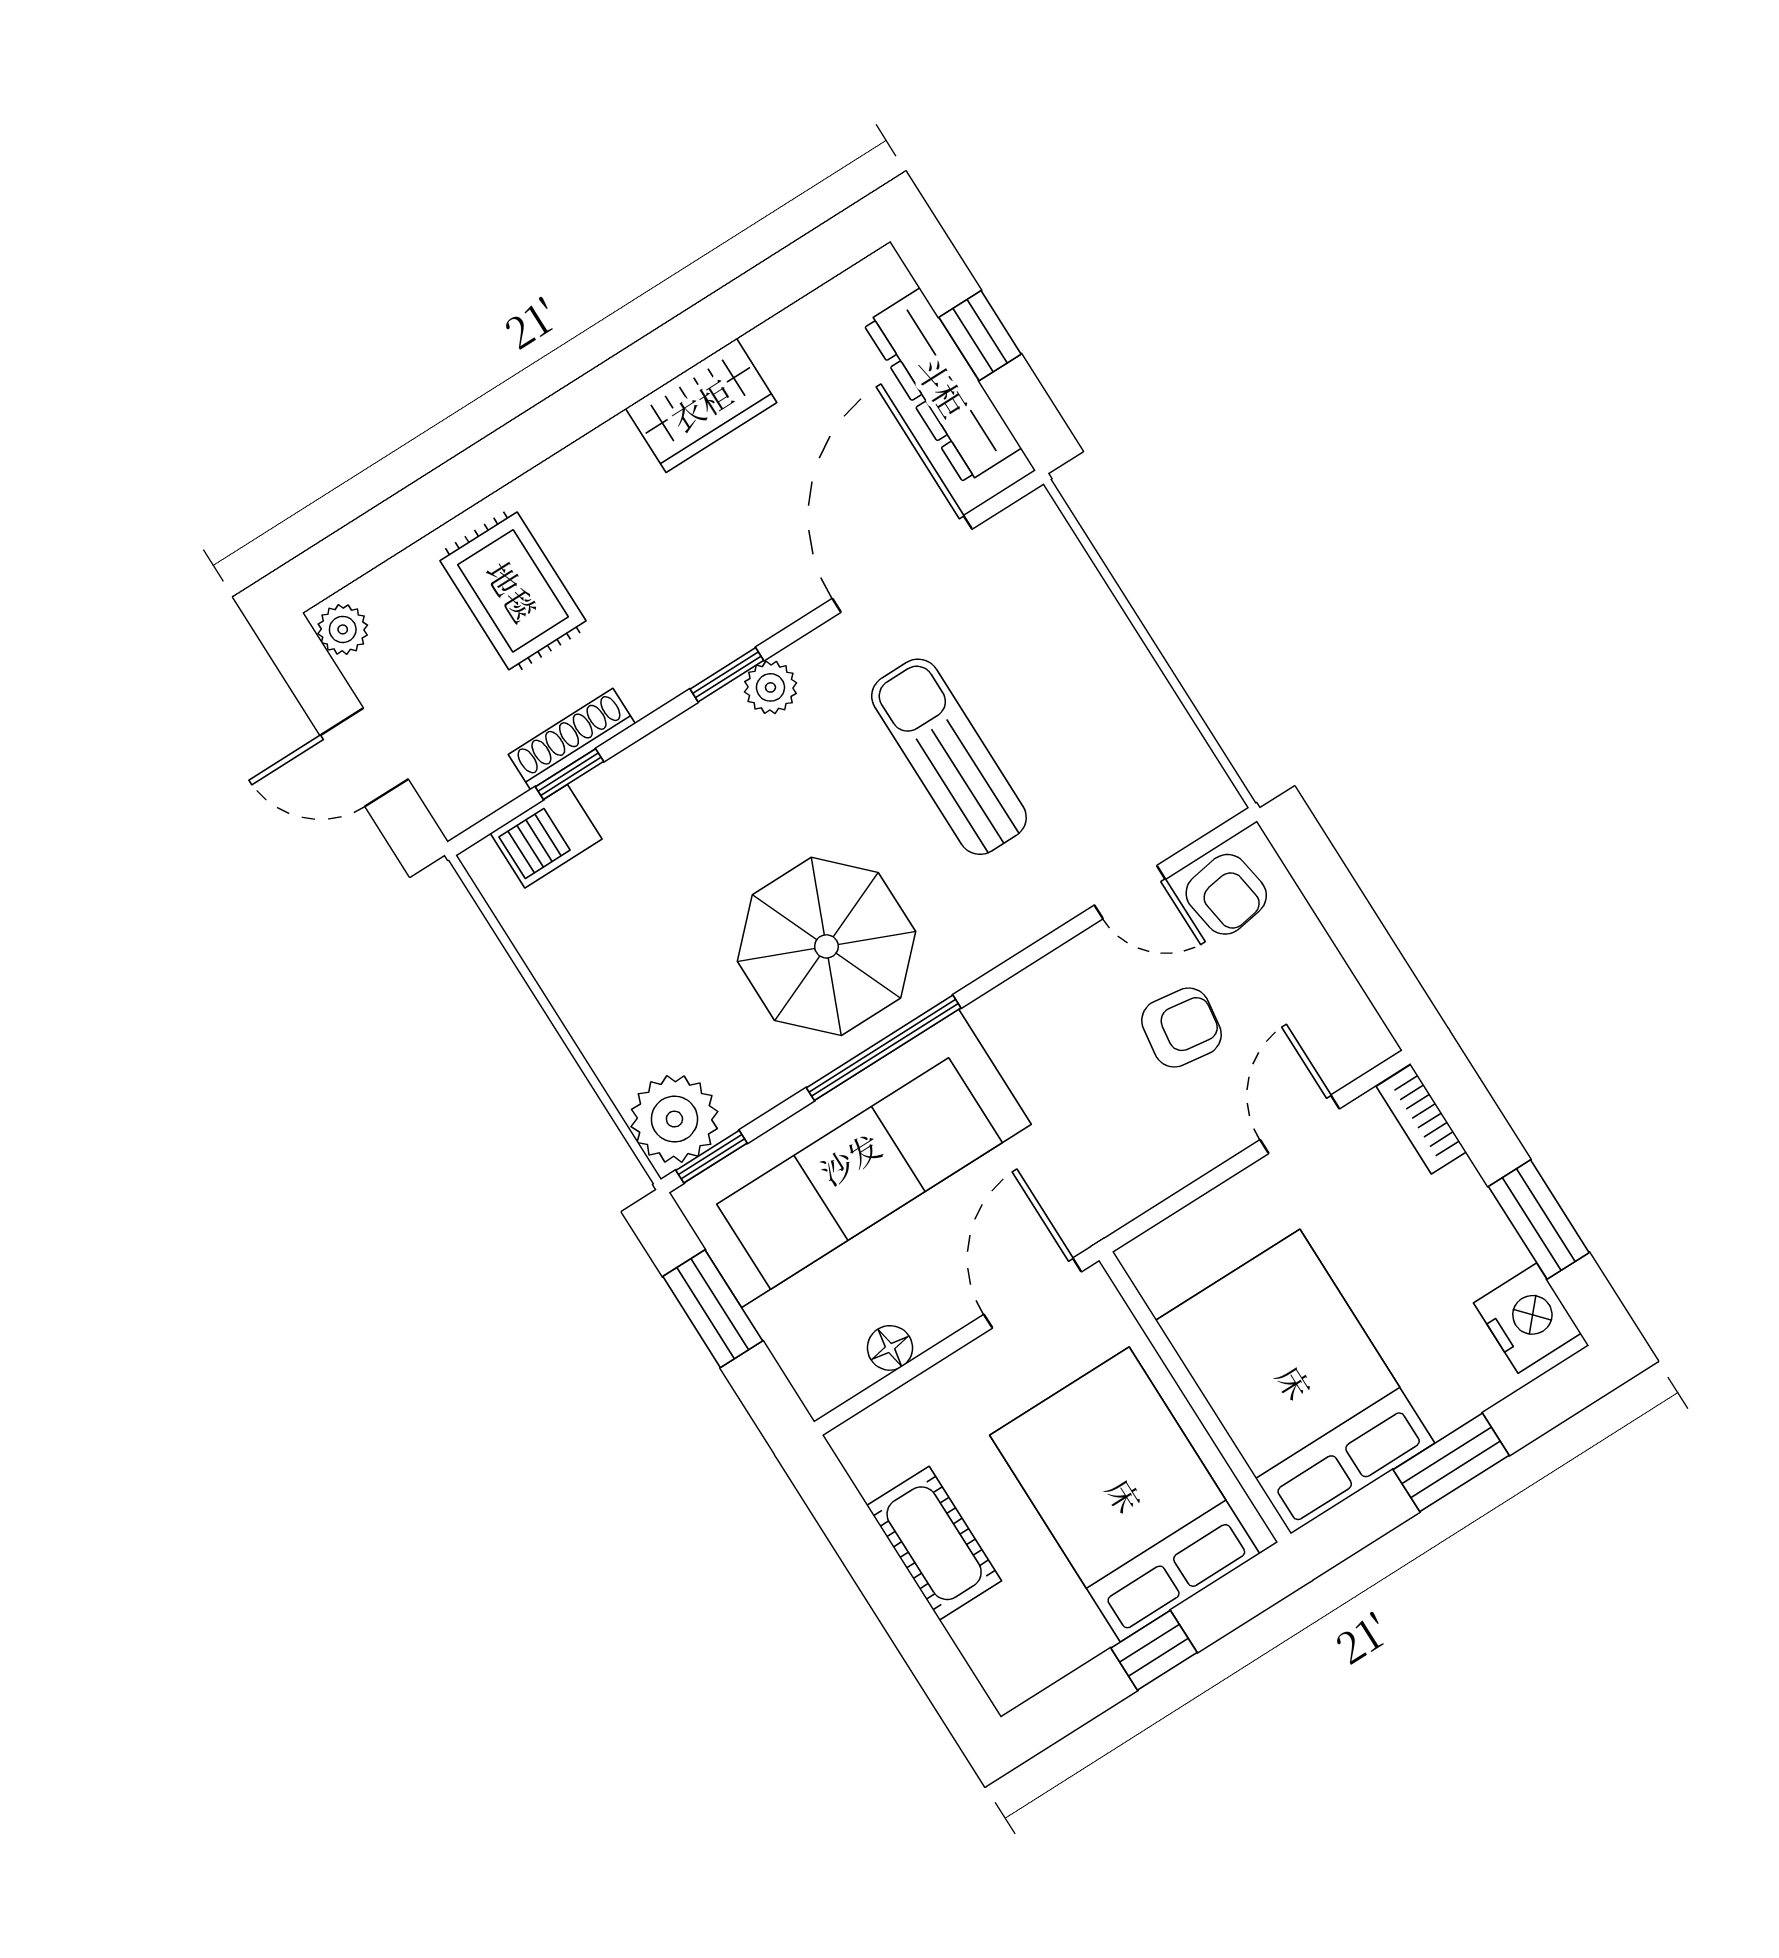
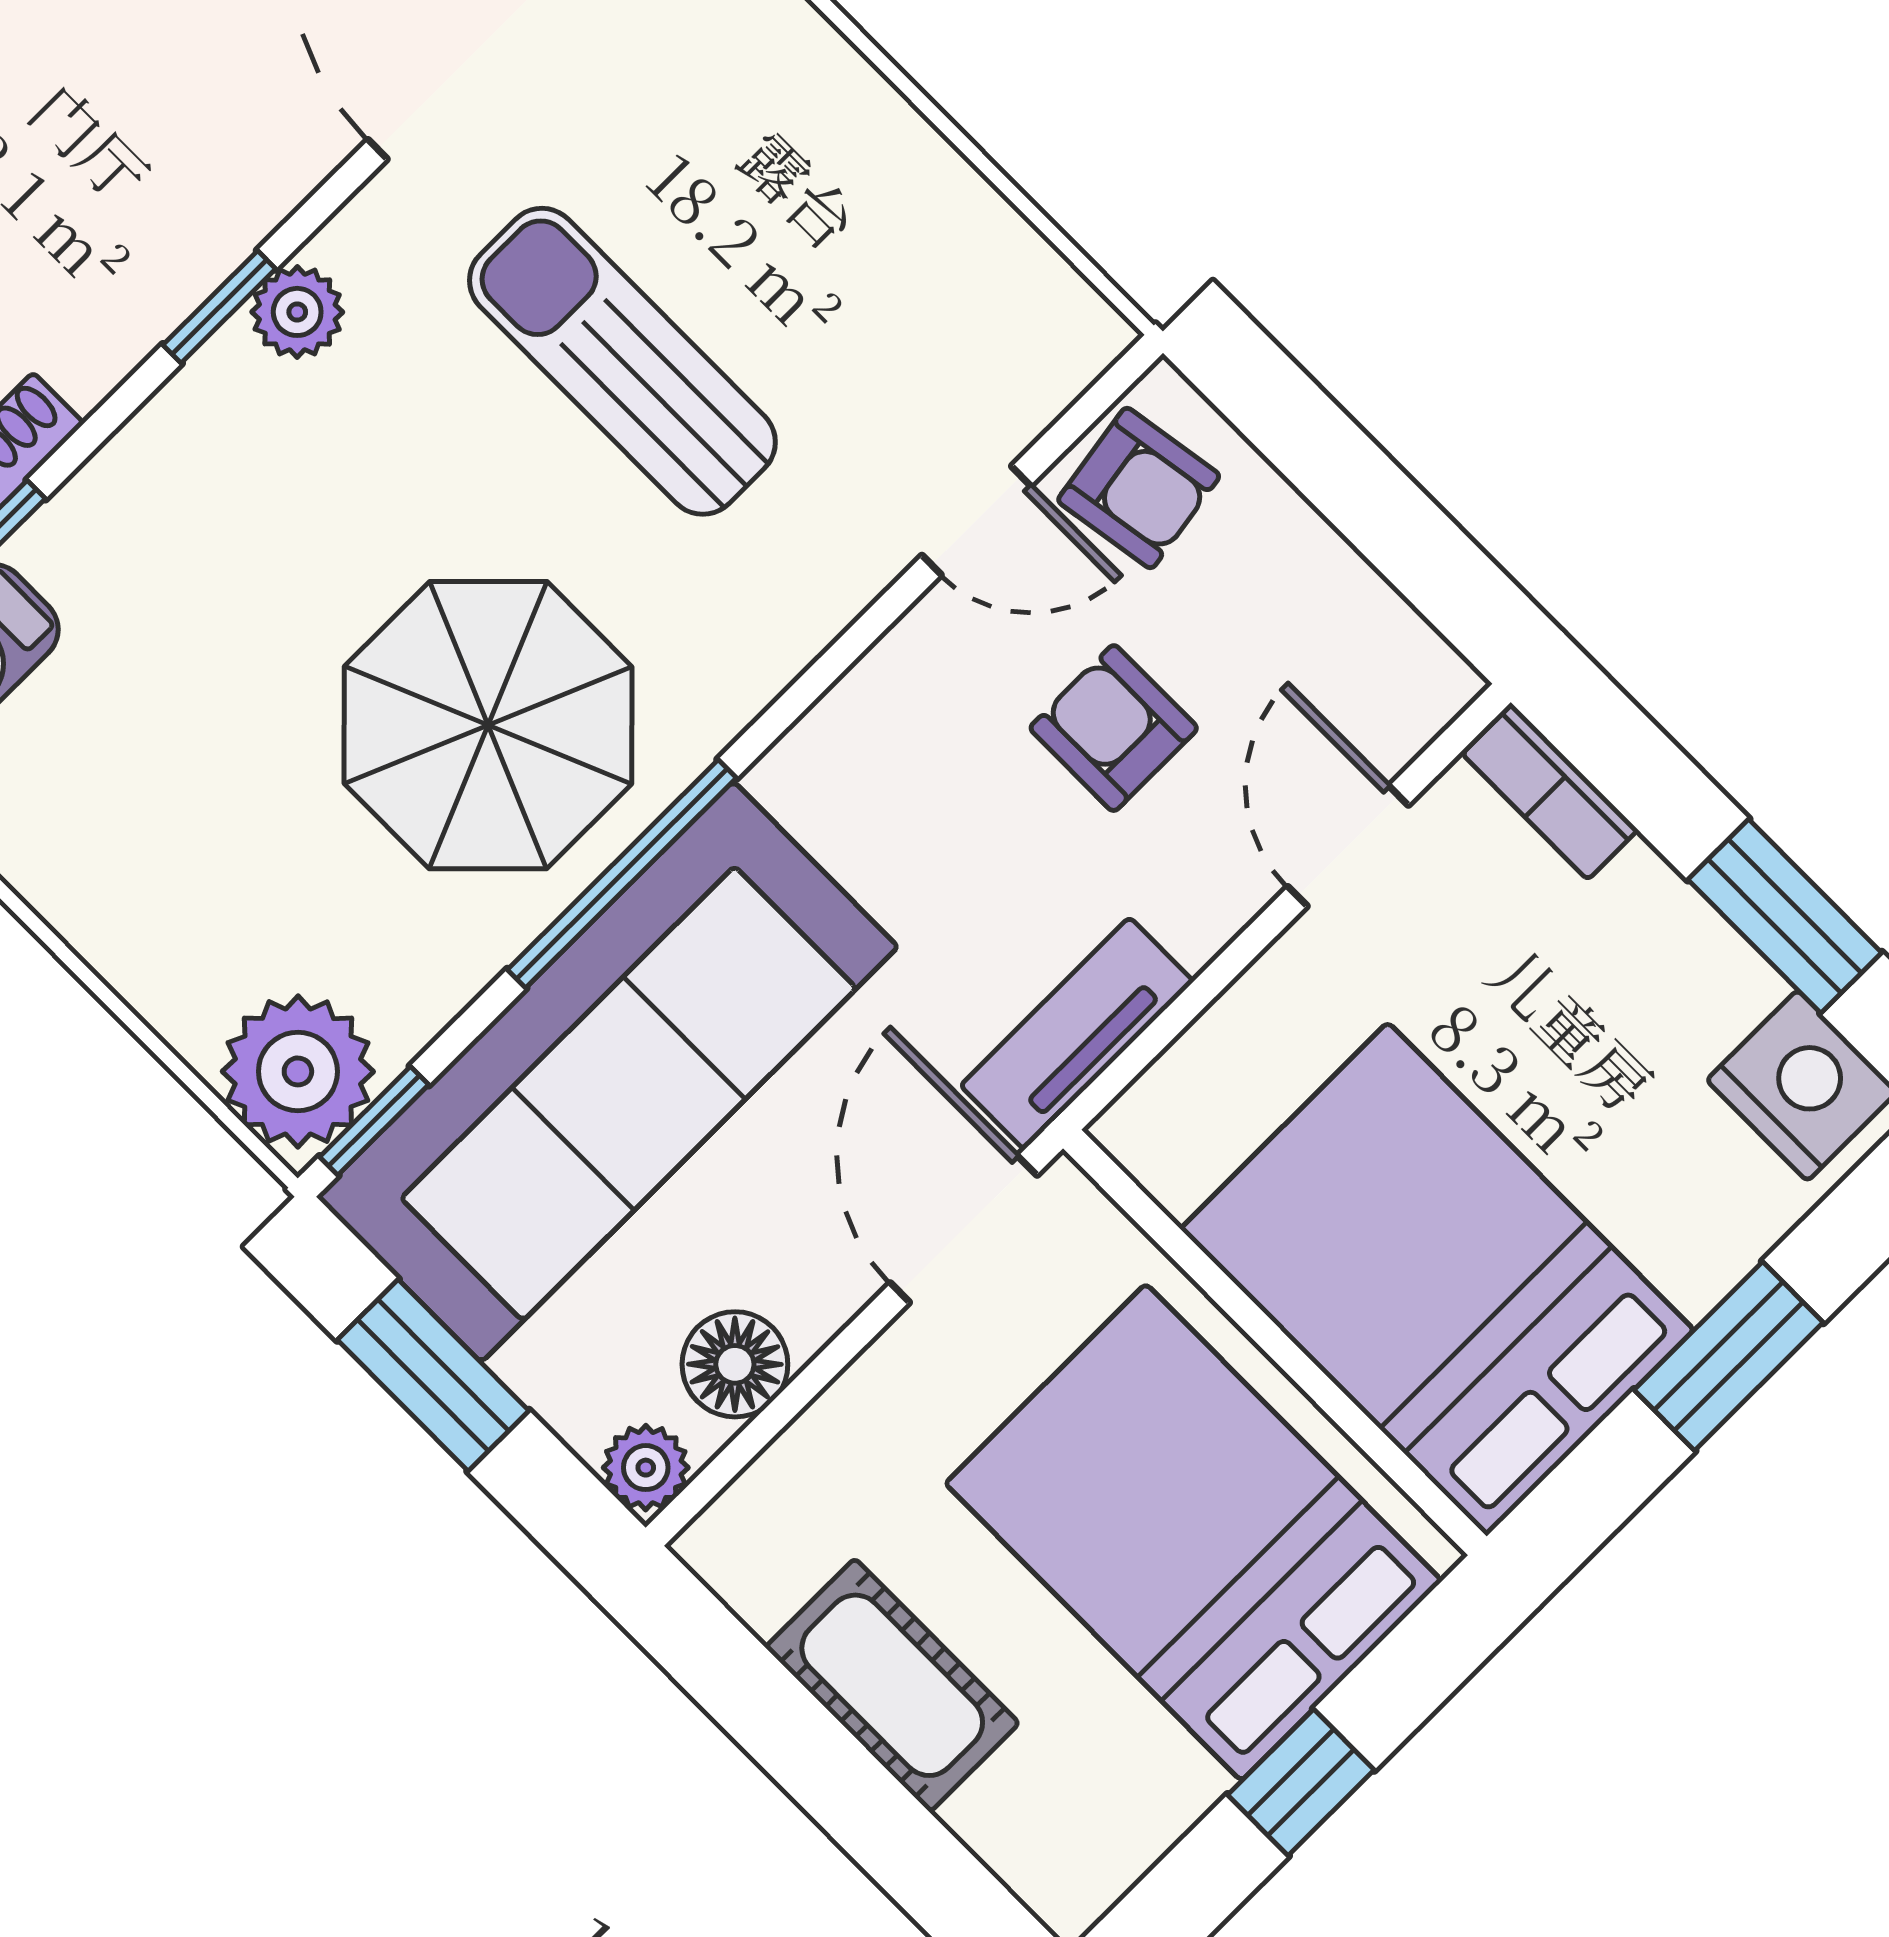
armchair: (1182, 1028) -> (1114, 728), turned -98
tv unit: (1122, 1196) -> (1077, 1033), added
floor lamp: (890, 1348) -> (735, 1364), width x1.37, depth x1.37
plant: (822, 1388) -> (646, 1468), added

